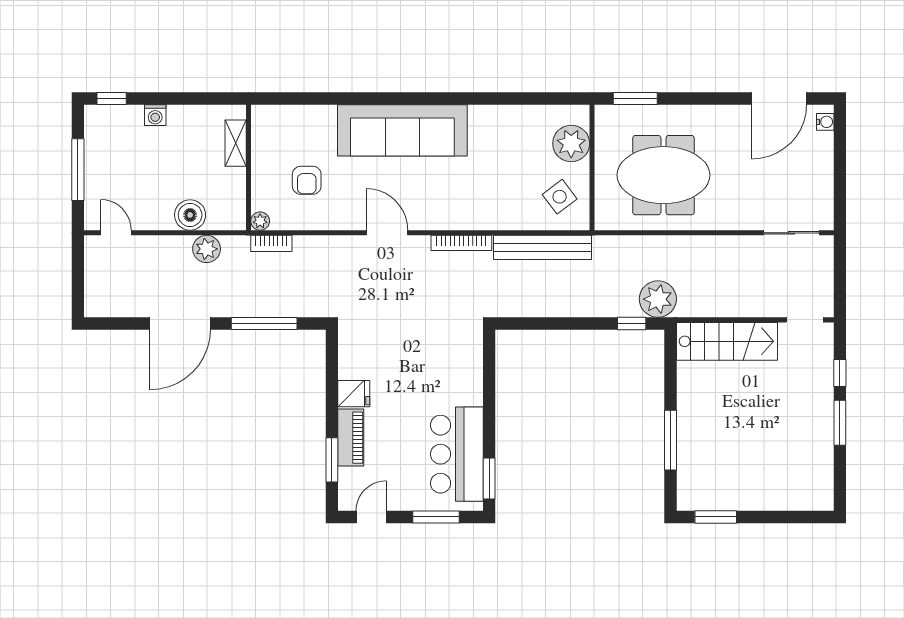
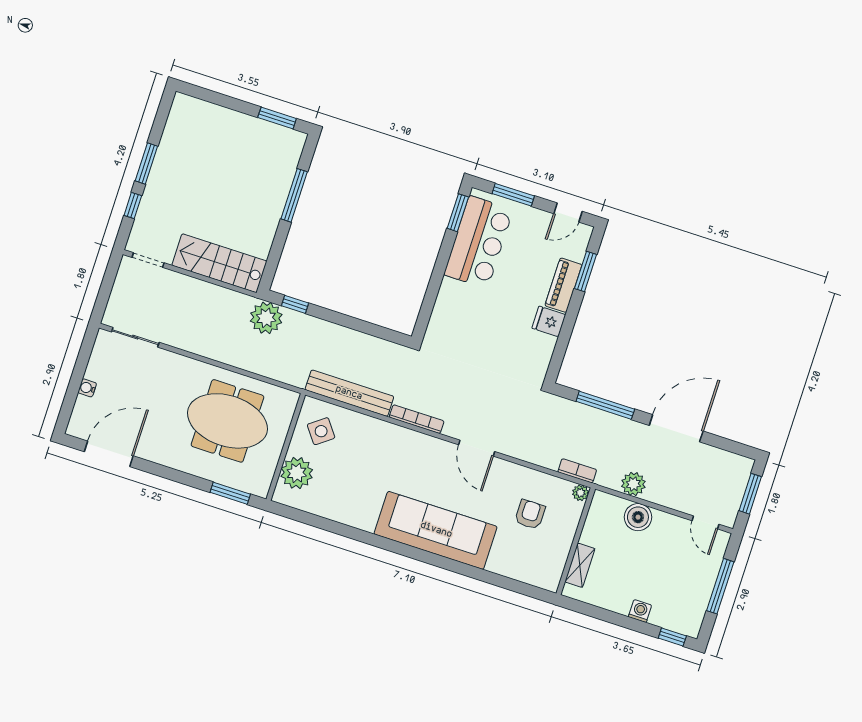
water cooler: (825, 122) -> (87, 388), moved
window: (78, 279) -> (750, 494), added

